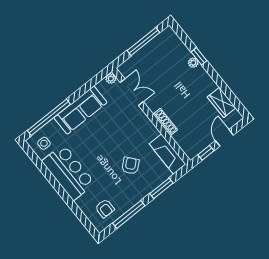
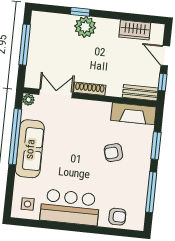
plant: (193, 63) -> (85, 27), width x1.88, depth x1.88
window: (49, 117) -> (15, 137), moved
shoe rack: (165, 122) -> (90, 89), moved
bench: (185, 145) -> (140, 93), added
armchair: (130, 166) -> (113, 153), turned -66
armchair: (105, 208) -> (117, 217), moved

